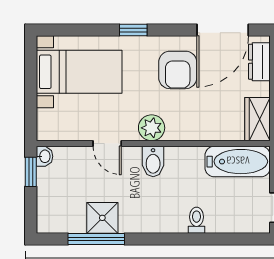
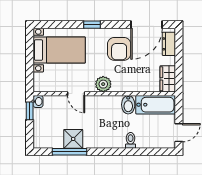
bidet: (153, 162) -> (128, 105), moved

